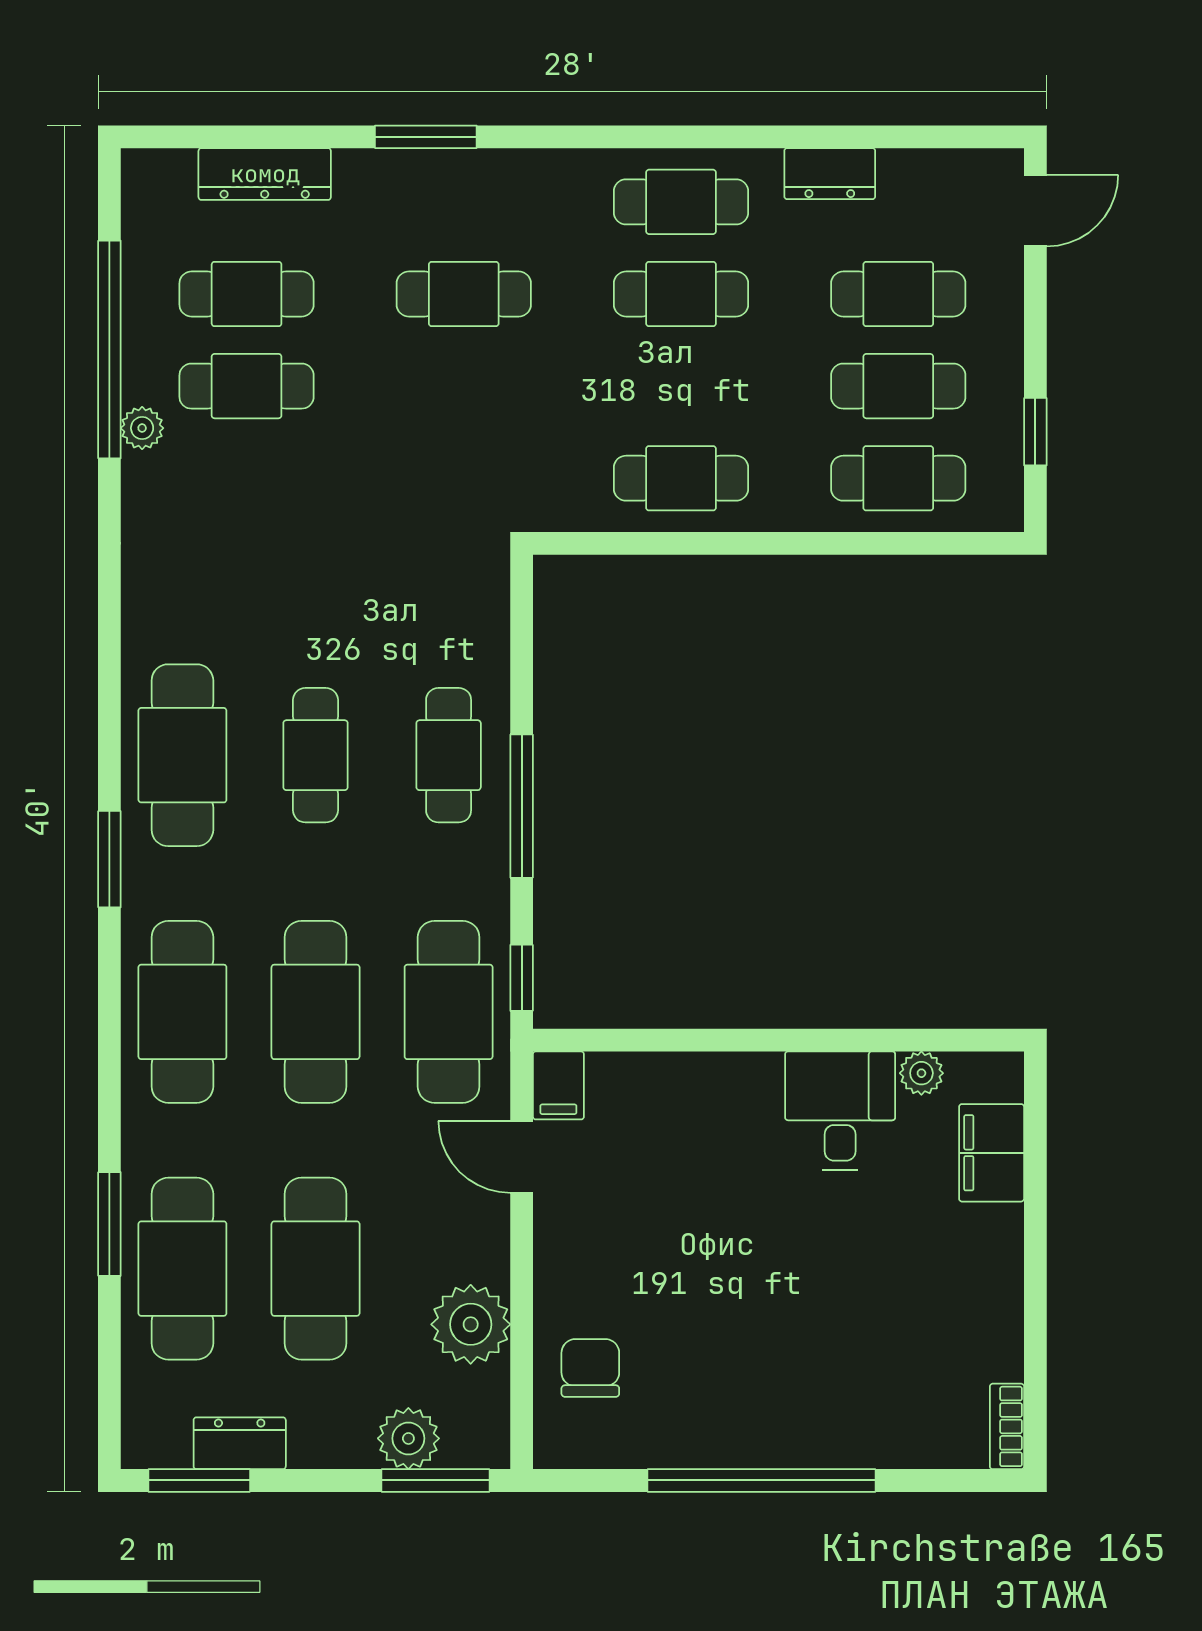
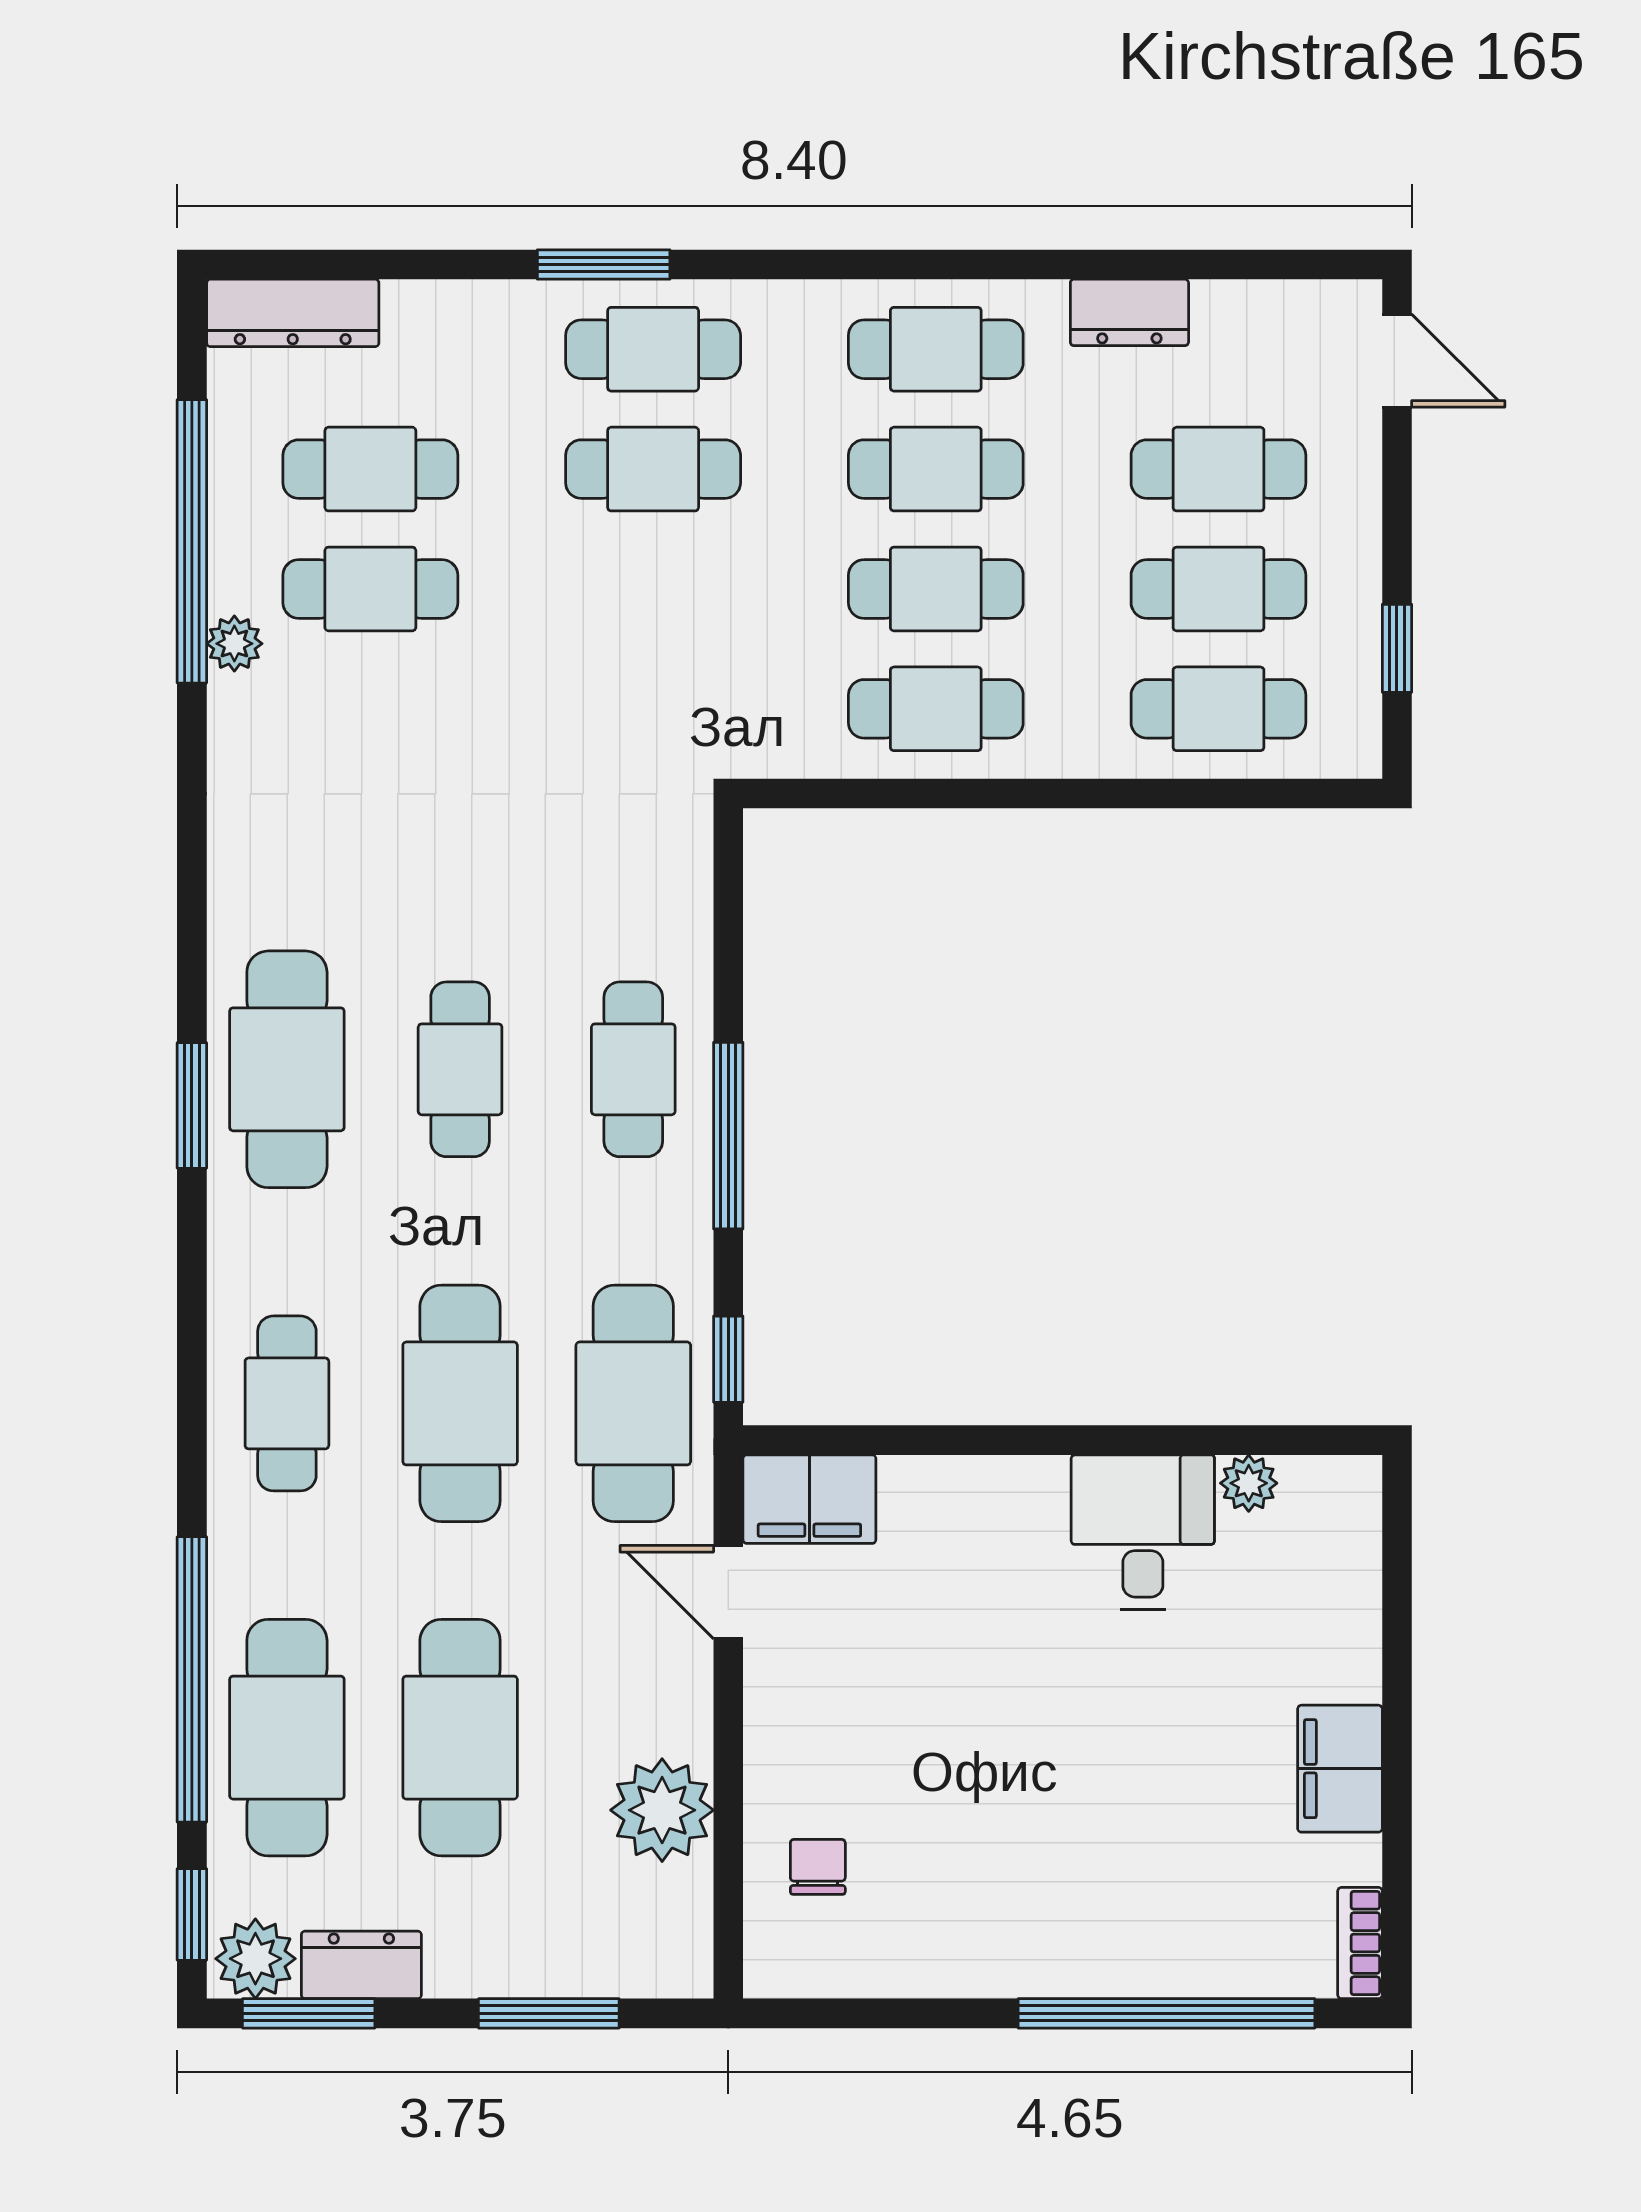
dresser: (265, 174) -> (293, 313), moved
cafe table: (464, 202) -> (653, 349), added
door: (1035, 211) -> (1397, 361), hinge flipped
cafe table: (681, 386) -> (936, 589), added
window: (109, 859) -> (192, 1105), moved
cafe table: (182, 1012) -> (287, 1403), width x0.73, depth x0.74
filing cabinet: (558, 1085) -> (809, 1499), width x2.00
filing cabinet: (992, 1153) -> (1340, 1769), moved
window: (109, 1224) -> (192, 1679), width x2.11
chair: (590, 1368) -> (818, 1867), width x0.73, depth x0.73
window: (109, 1405) -> (192, 1914), added
plant: (408, 1438) -> (255, 1959), moved
window: (435, 1480) -> (549, 2013), moved
window: (762, 1480) -> (1167, 2013), moved

